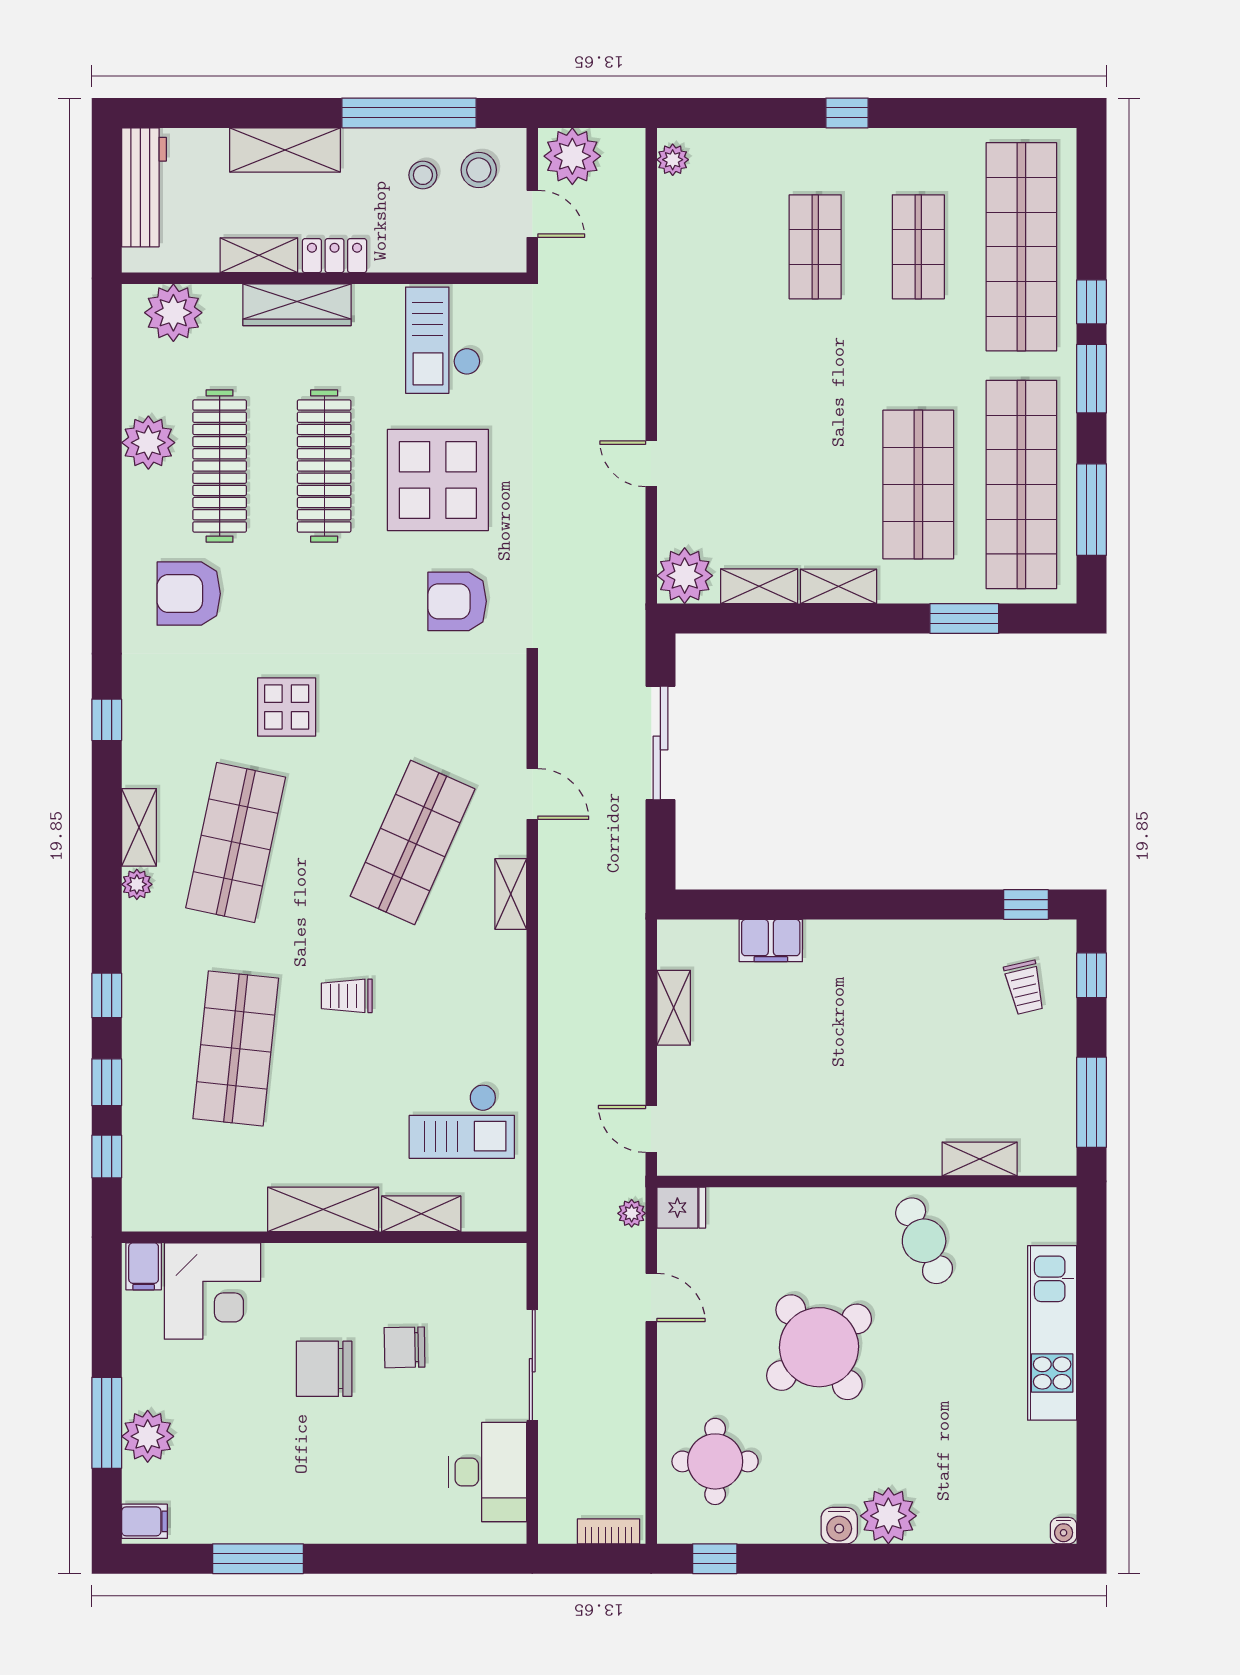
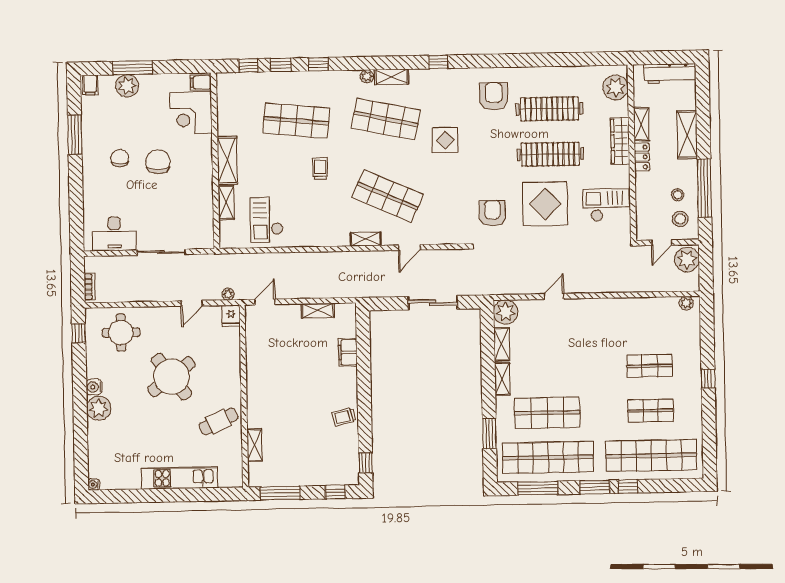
plant: (148, 443) -> (559, 78), removed
trolley: (1025, 987) -> (344, 417), moved
chair: (405, 1347) -> (120, 158), moved

